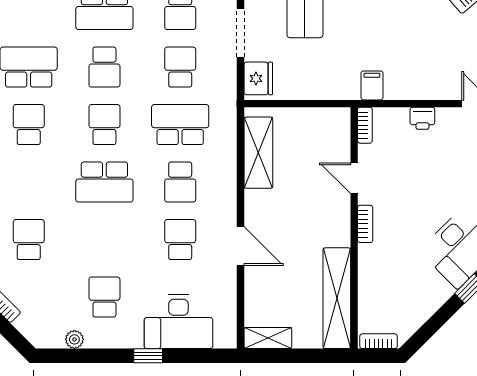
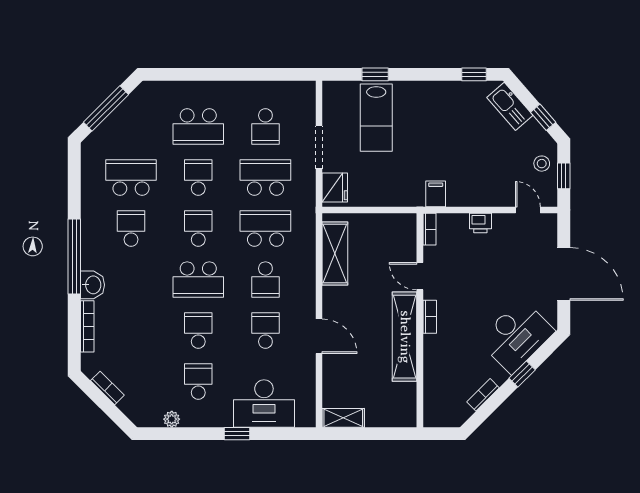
school desk: (104, 67) -> (198, 177), turned 180
school desk: (180, 67) -> (265, 177), width x1.85
school desk: (29, 240) -> (198, 331), moved
shelving: (337, 298) -> (405, 337), moved
bookcase: (379, 341) -> (483, 395), moved, turned -45

